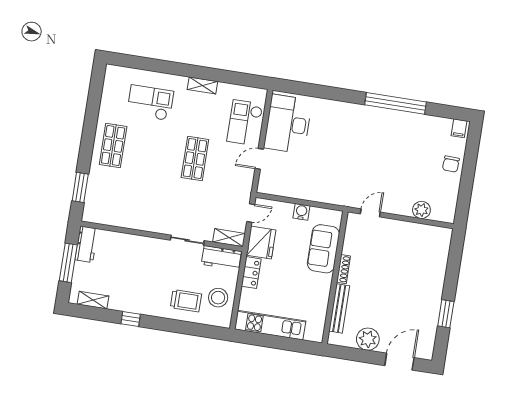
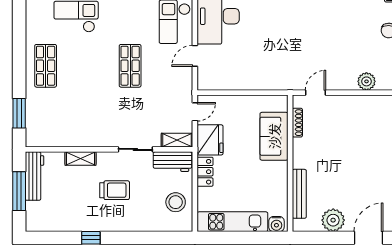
water cooler: (301, 212) -> (276, 224), moved, turned 180
workbench: (86, 244) -> (34, 176), width x1.38
shoe rack: (343, 269) -> (297, 123), moved
shelving: (93, 300) -> (80, 159), moved
trolley: (186, 301) -> (115, 190), moved

